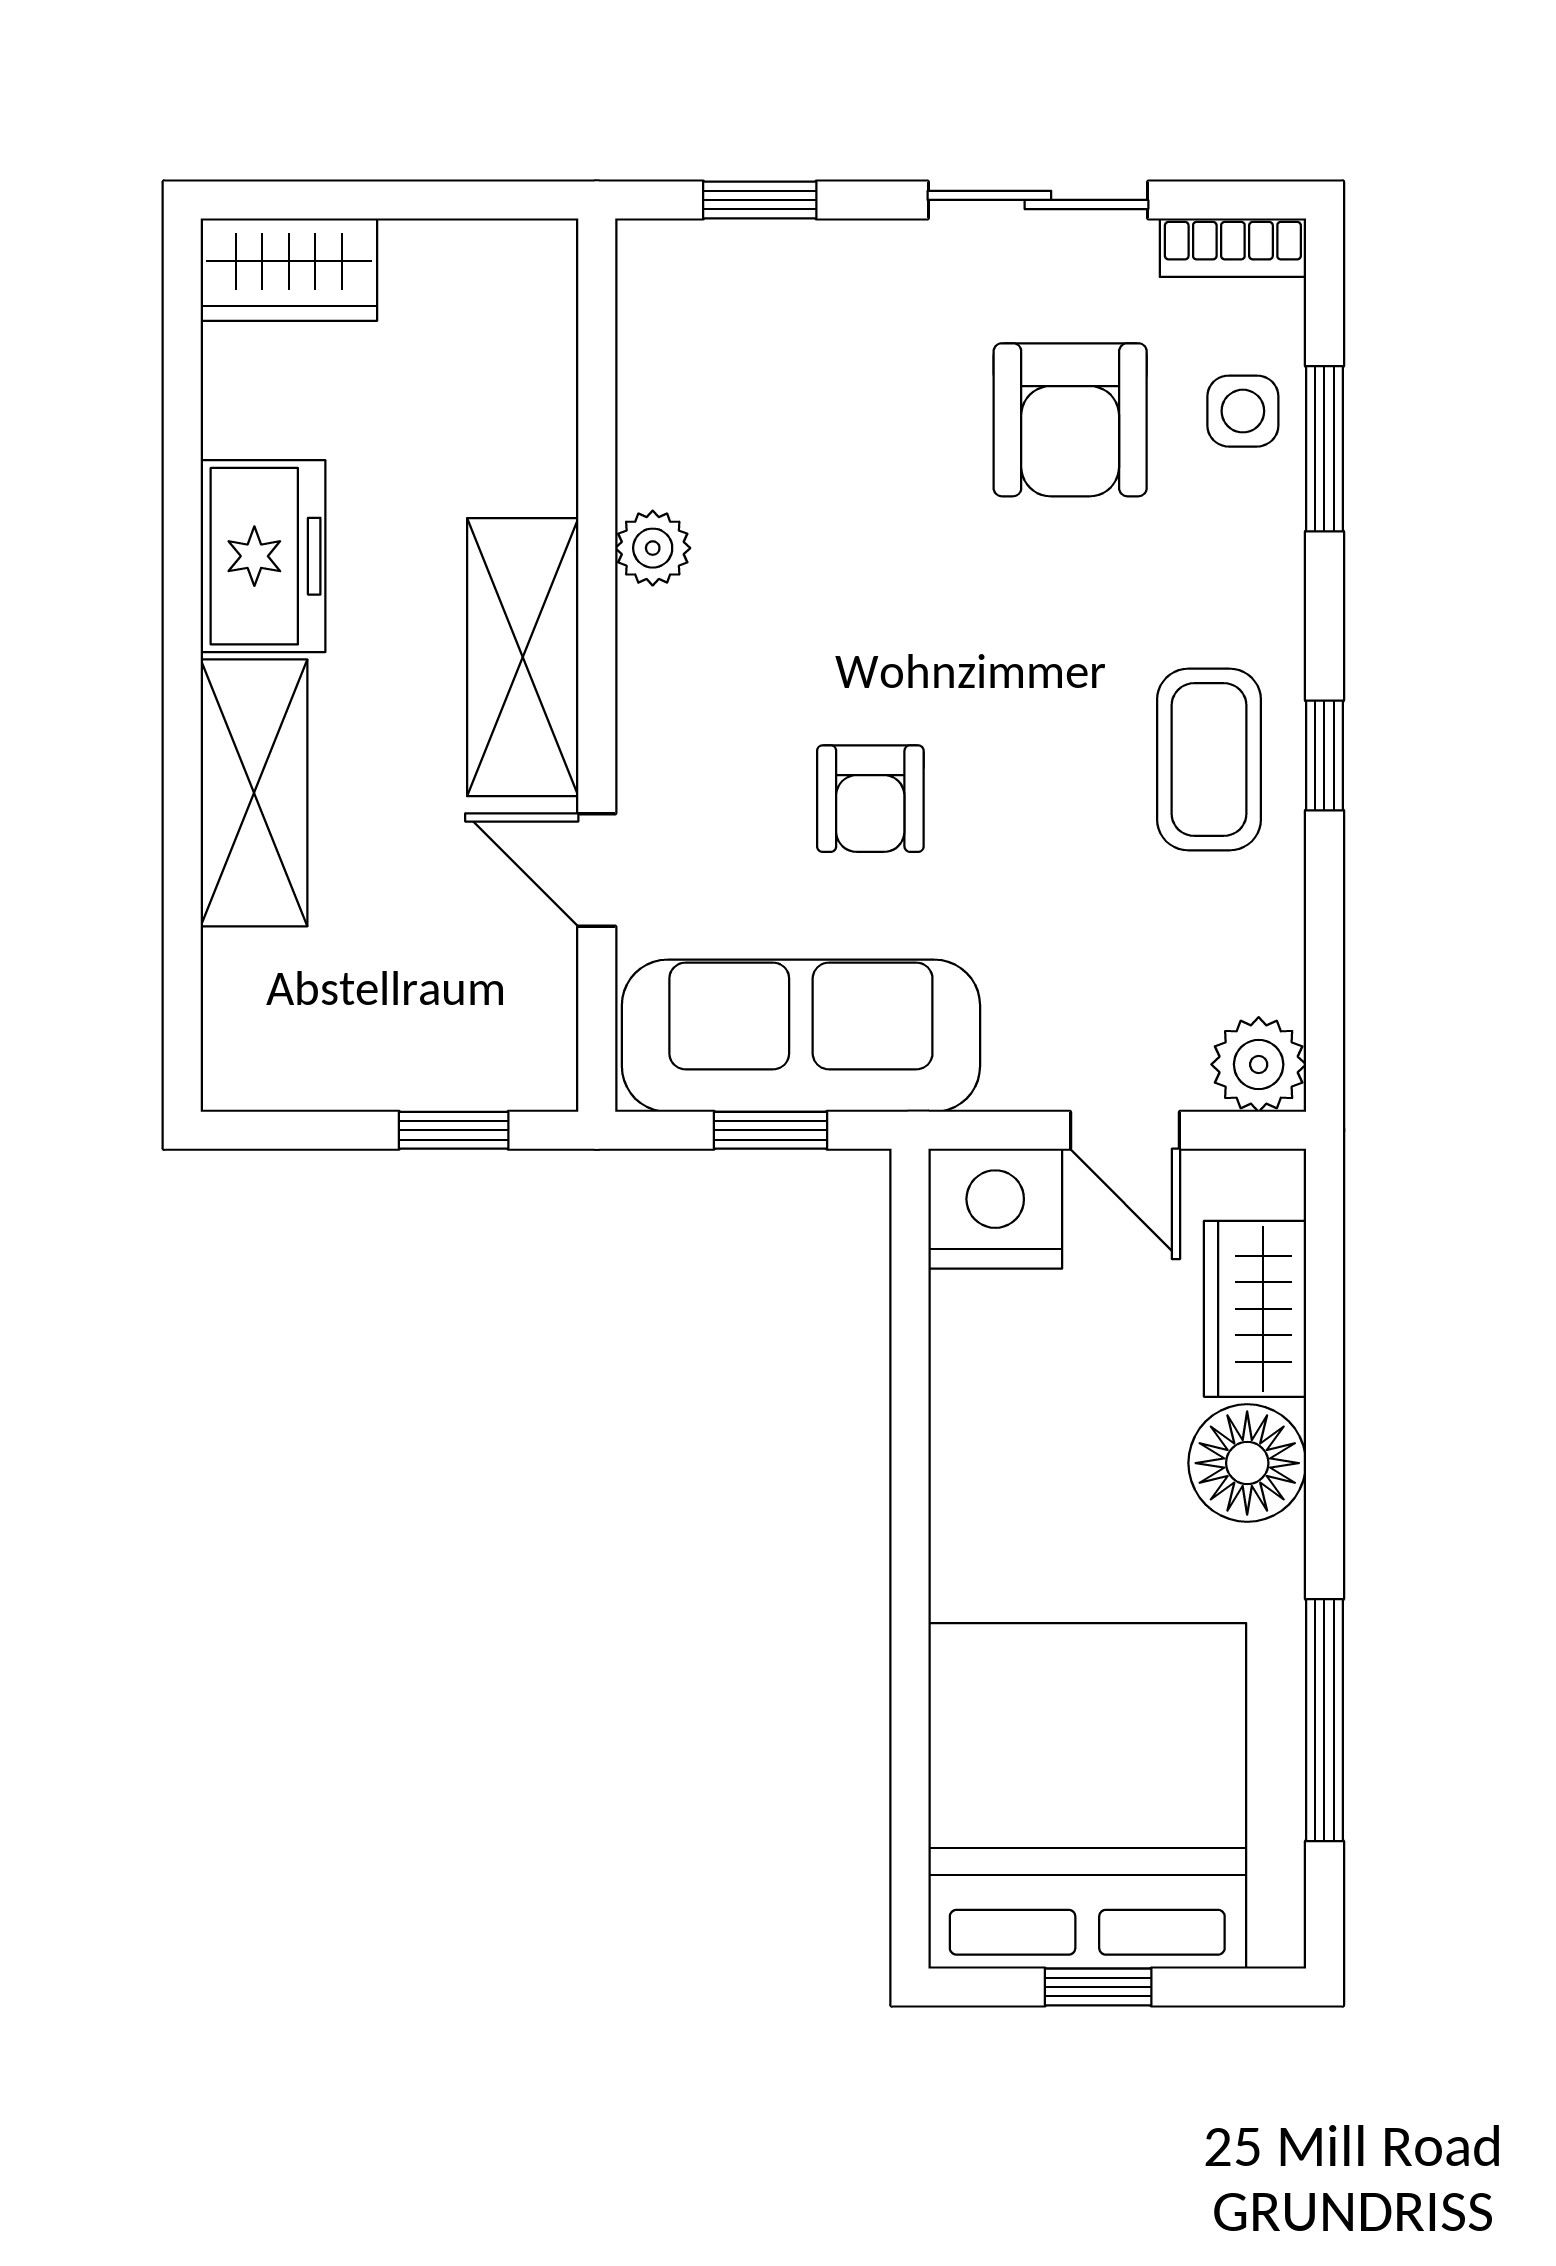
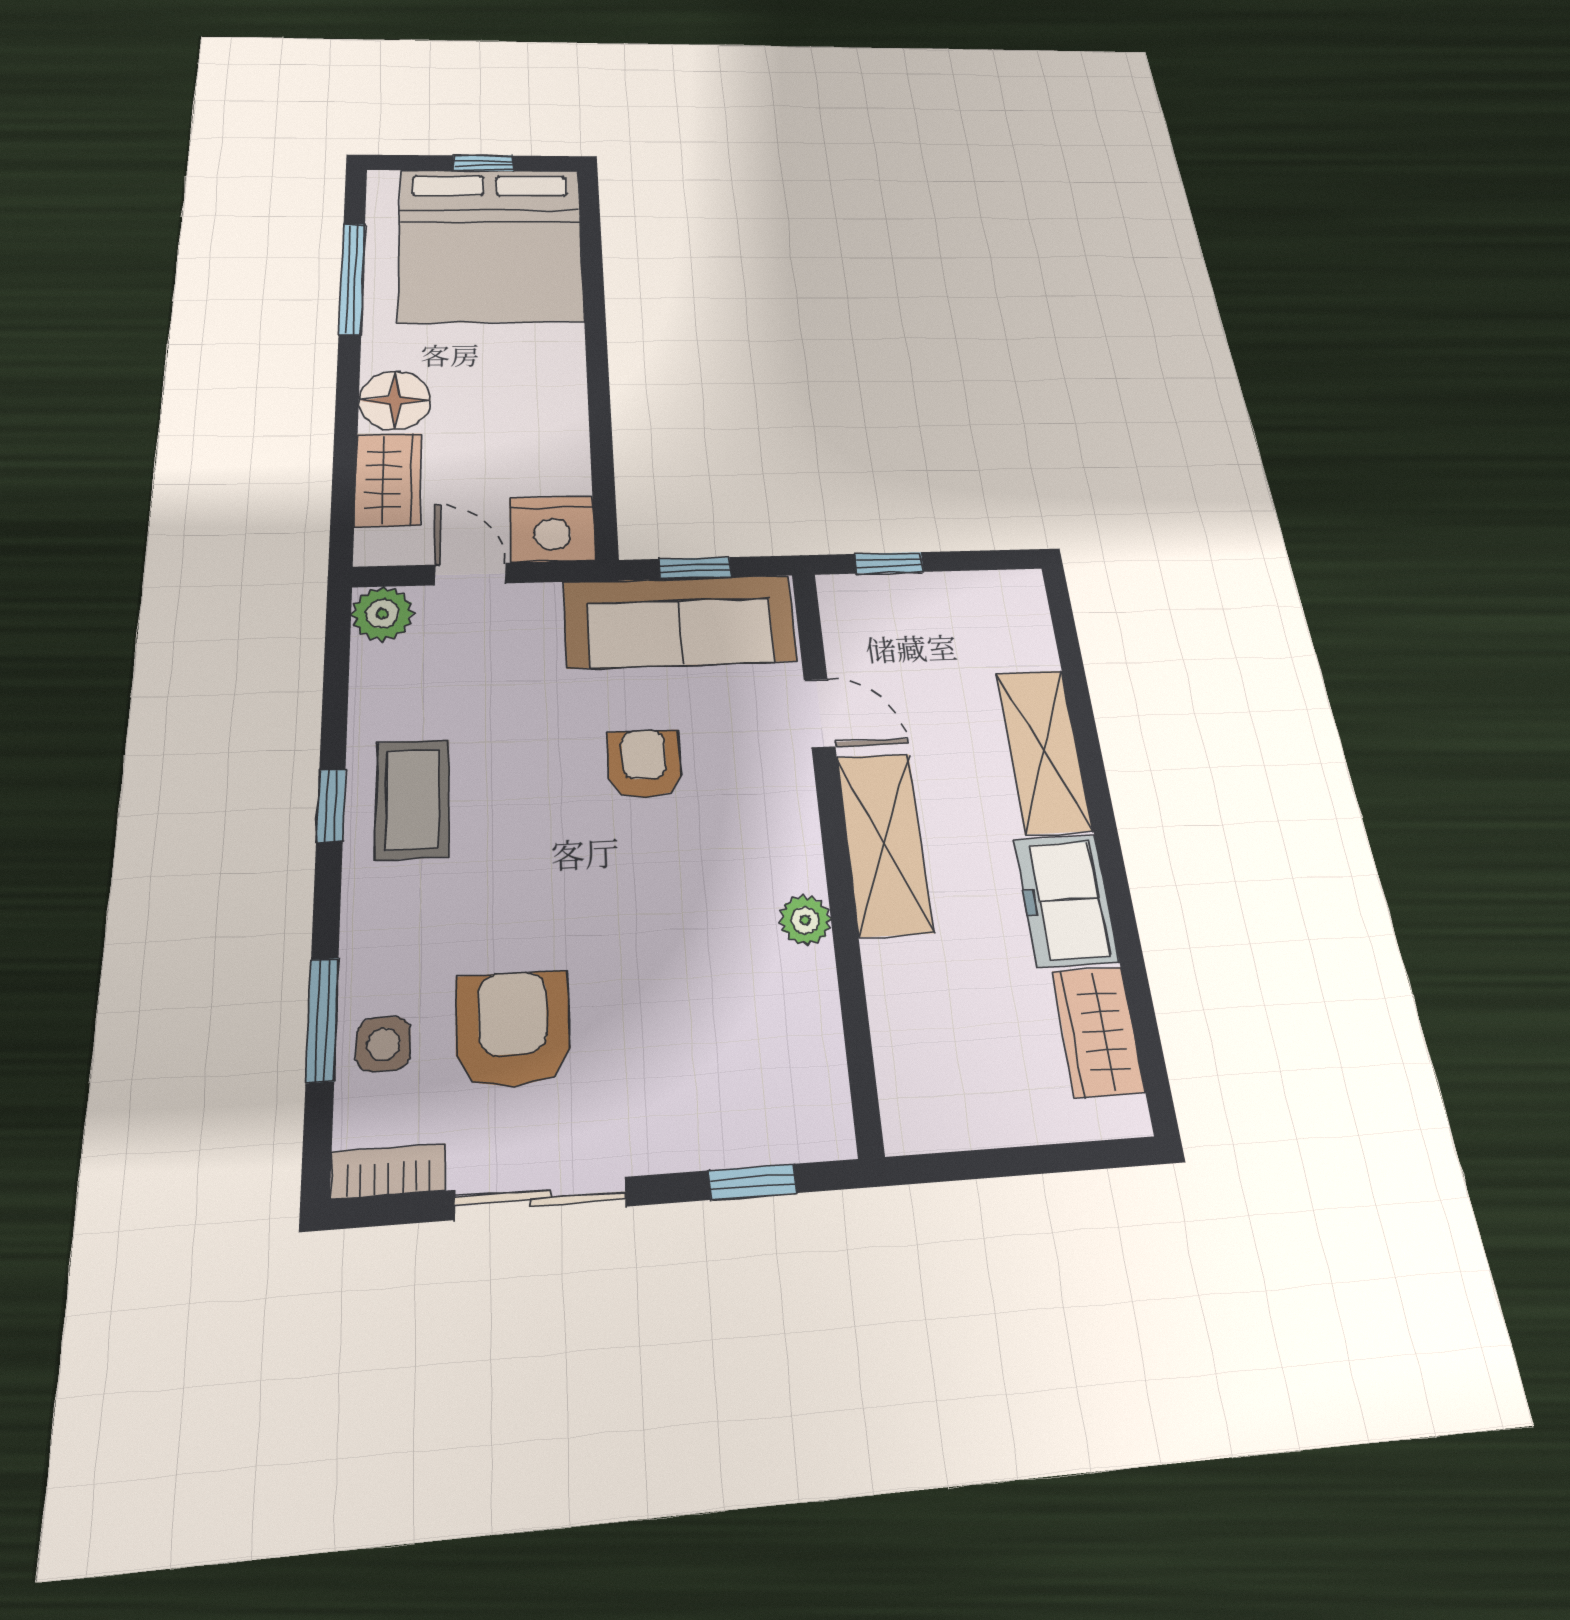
wardrobe: (289, 270) -> (1098, 1031), moved, turned -90

